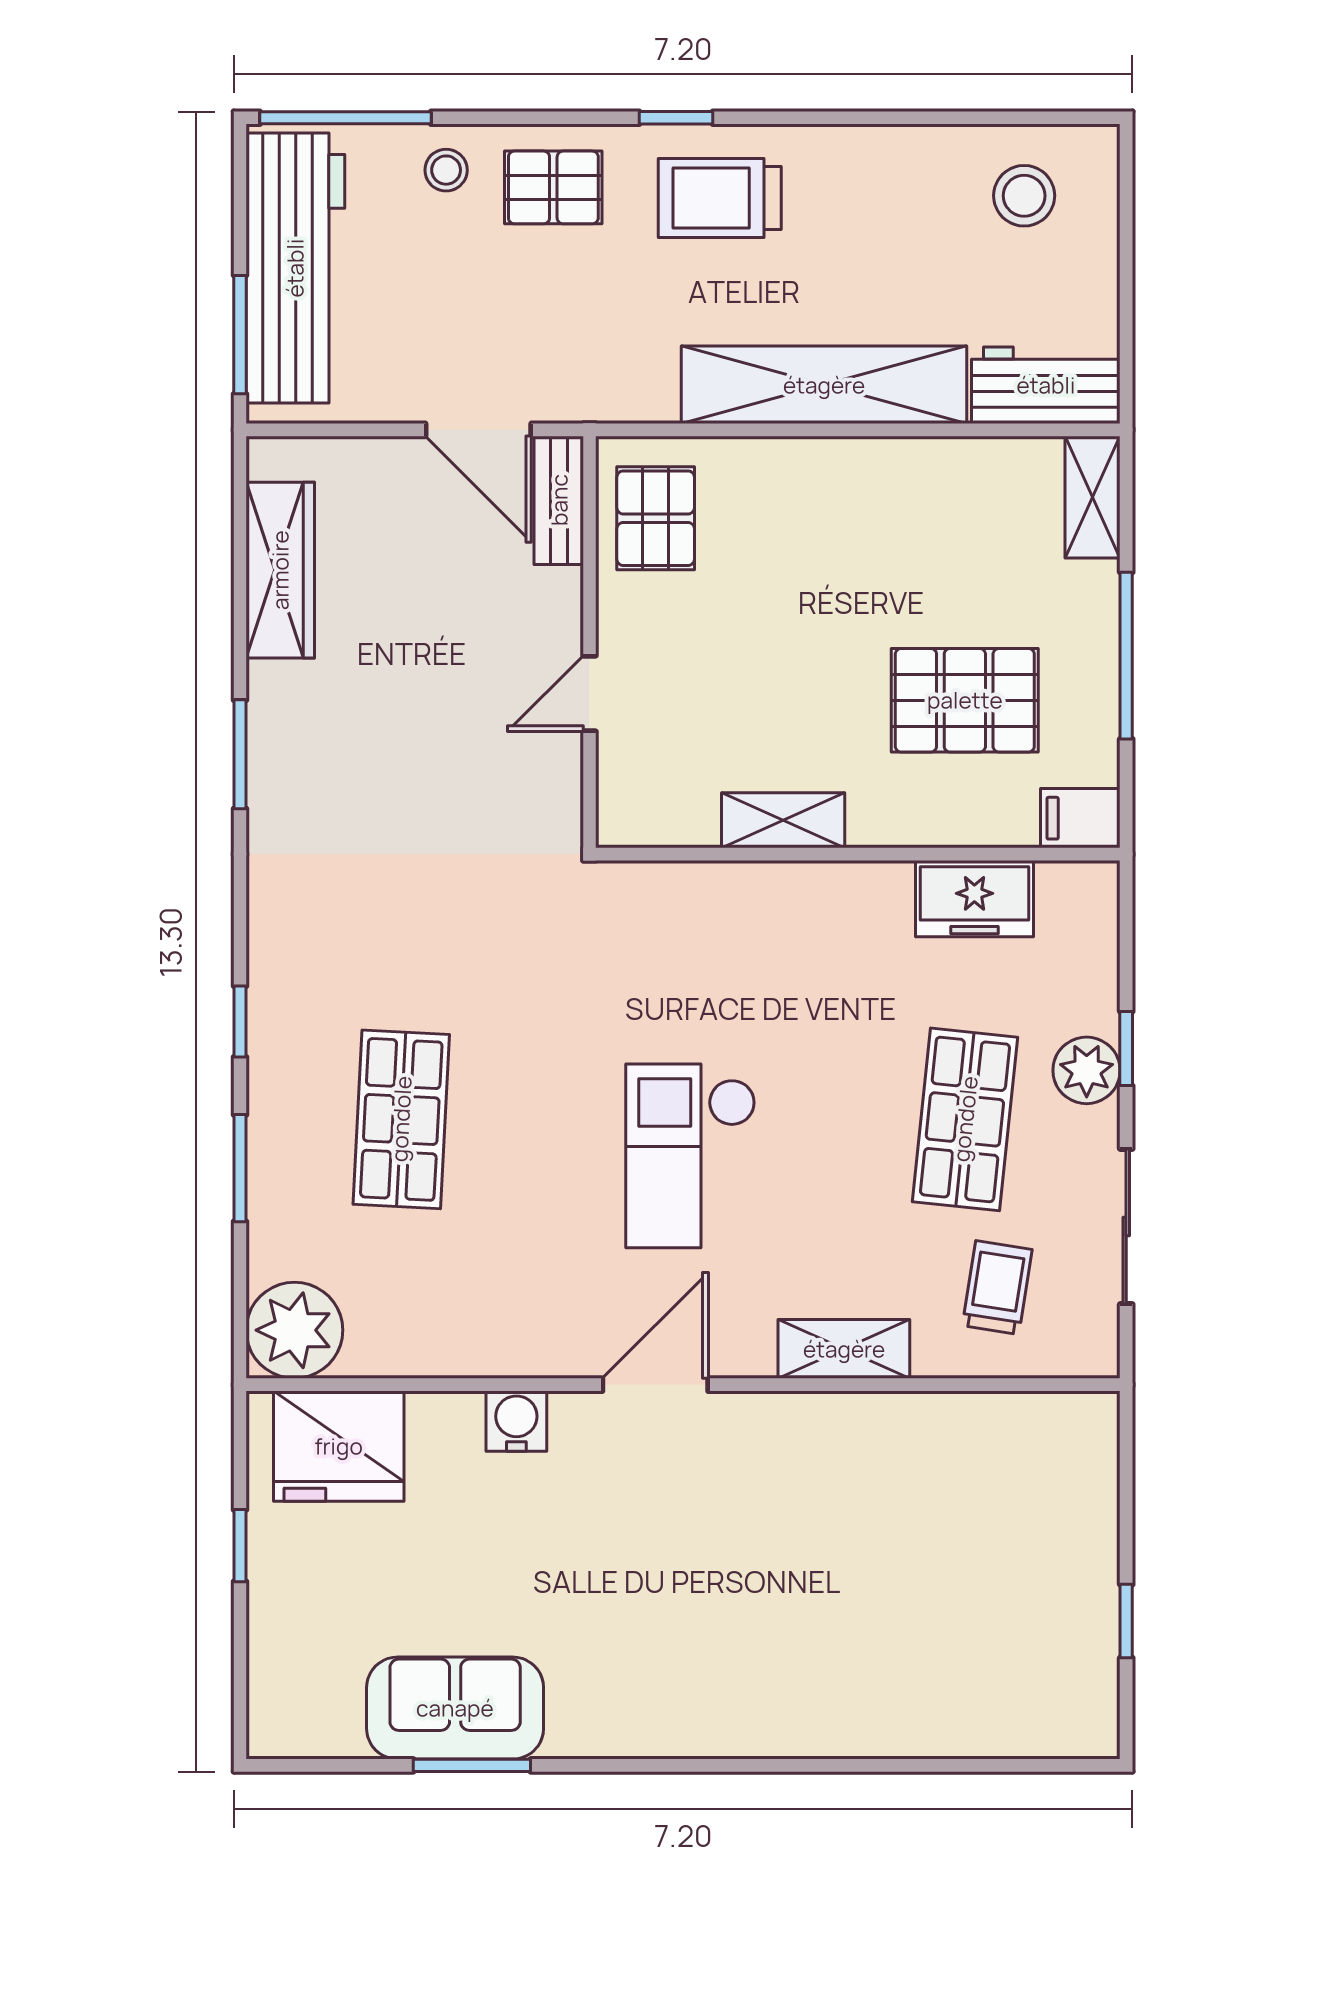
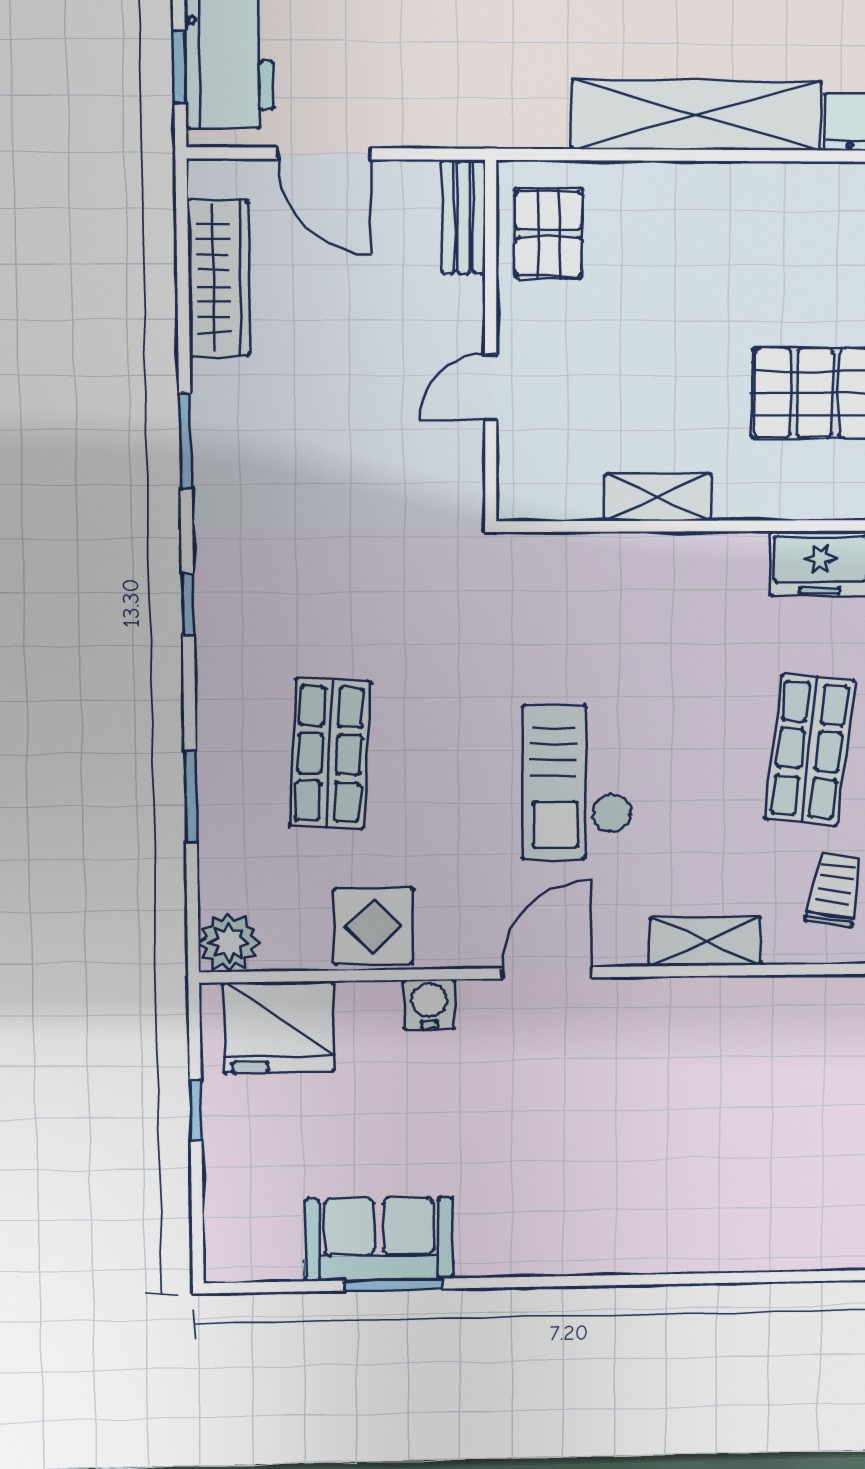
window: (240, 335) -> (180, 67), width x0.67
door: (478, 430) -> (324, 153), moved
window: (240, 1021) -> (188, 604), moved
display table: (451, 1325) -> (373, 926), added
plant: (294, 1330) -> (229, 943), width x0.73, depth x0.73

